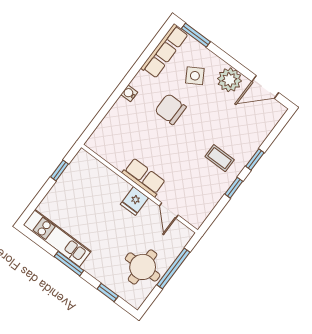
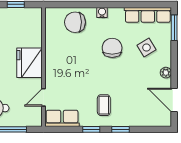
plant: (229, 80) -> (166, 73), width x0.53, depth x0.53
chair: (119, 126) -> (75, 22), added
row of seats: (144, 177) -> (62, 118), moved, turned -90
fridge: (134, 201) -> (30, 63), width x1.88, depth x1.34

